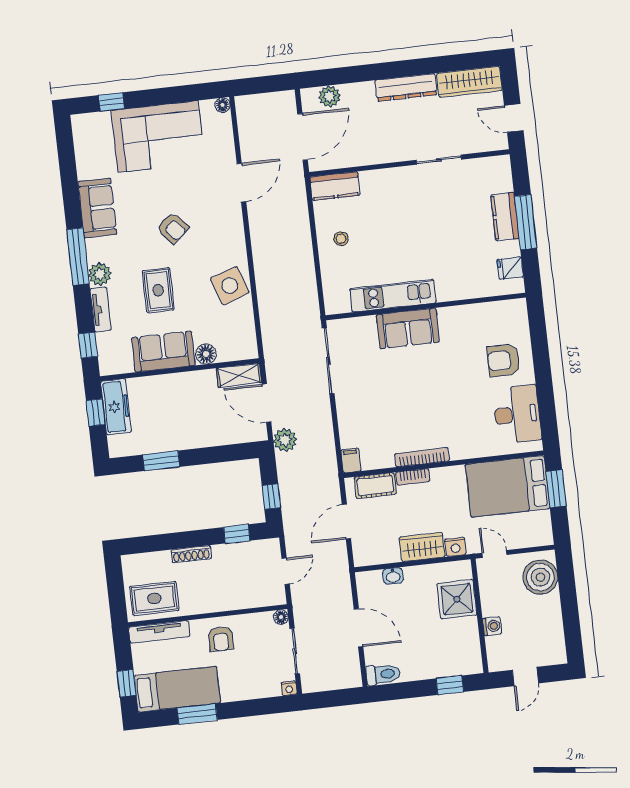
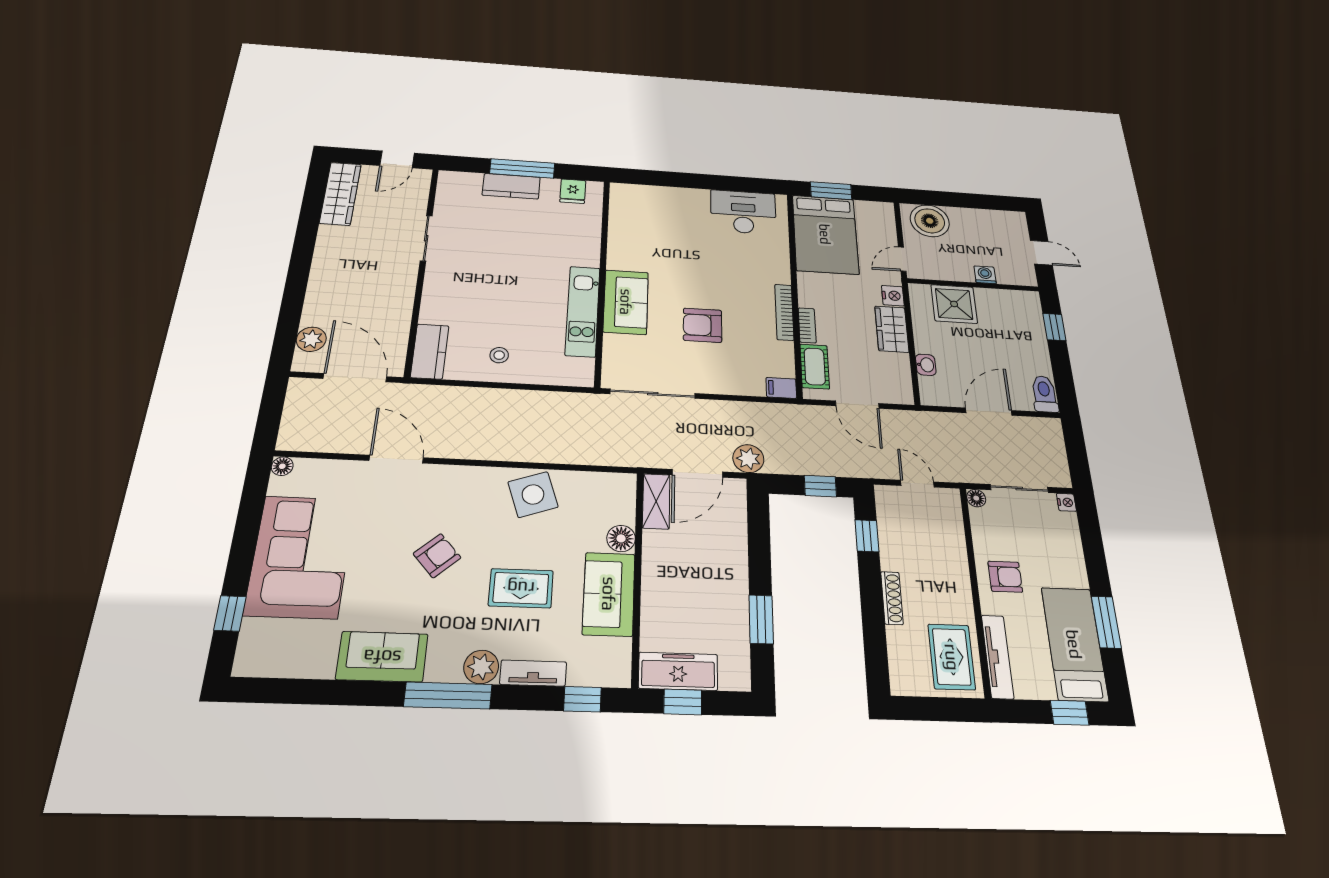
dresser: (406, 88) -> (327, 257), removed
armchair: (504, 360) -> (703, 325), moved, turned 90

